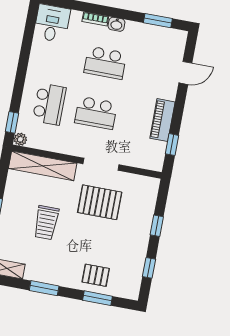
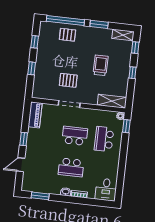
school desk: (105, 63) -> (71, 167), turned 180
piano: (162, 120) -> (35, 115), moved
window: (172, 145) -> (24, 139), moved
shelving: (43, 166) -> (112, 101), width x0.68
pallet: (100, 202) -> (68, 80), width x0.67, depth x0.71
window: (97, 298) -> (65, 21), width x2.11

